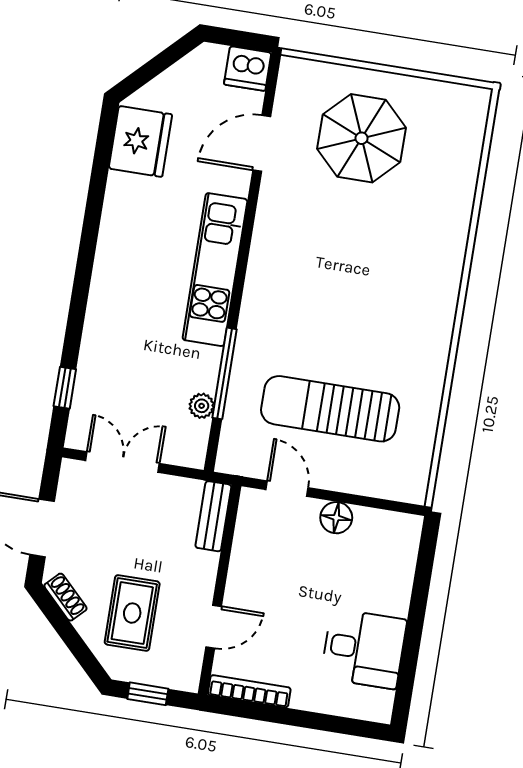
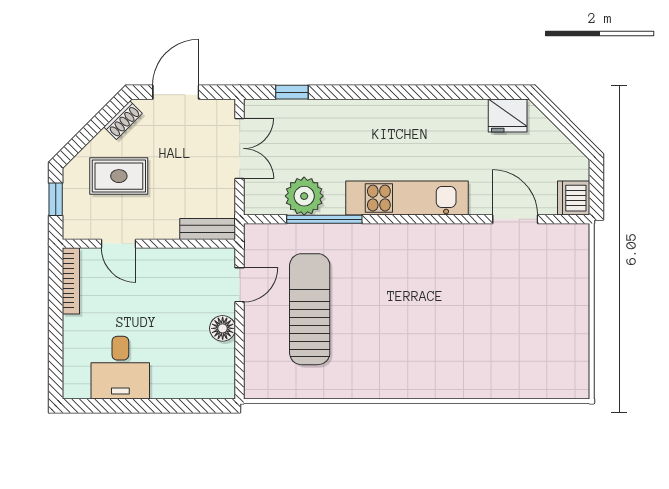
parasol: (362, 138) -> (532, 299), removed
fridge: (141, 141) -> (508, 116), width x0.73, depth x0.75
plant: (202, 406) -> (304, 196), width x1.88, depth x1.88

